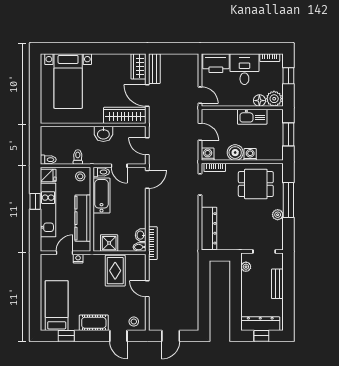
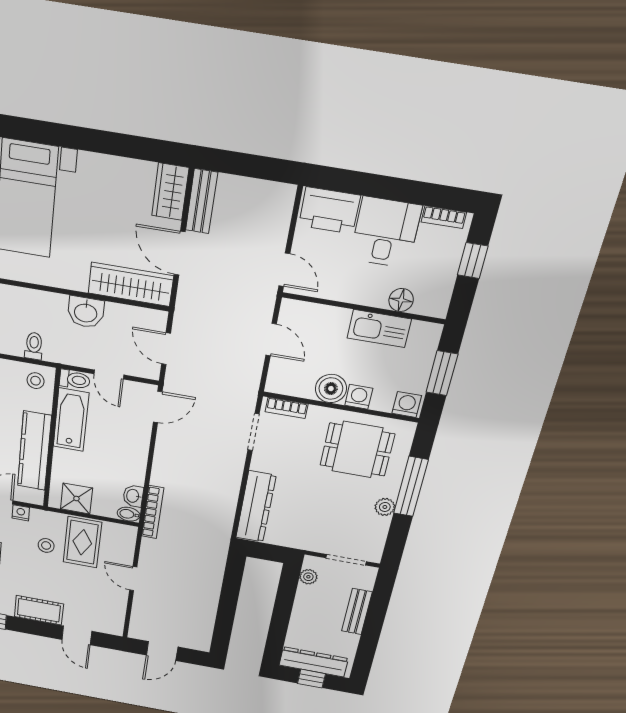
plant: (274, 99) -> (431, 301), removed
washing machine: (208, 154) -> (407, 404), moved
stool: (134, 322) -> (46, 545), moved

